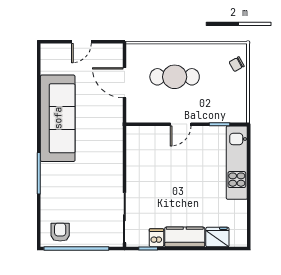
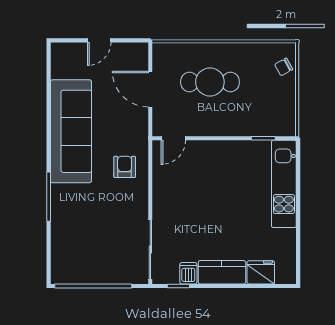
door: (181, 124) -> (173, 138), moved
armchair: (60, 232) -> (125, 167), moved

